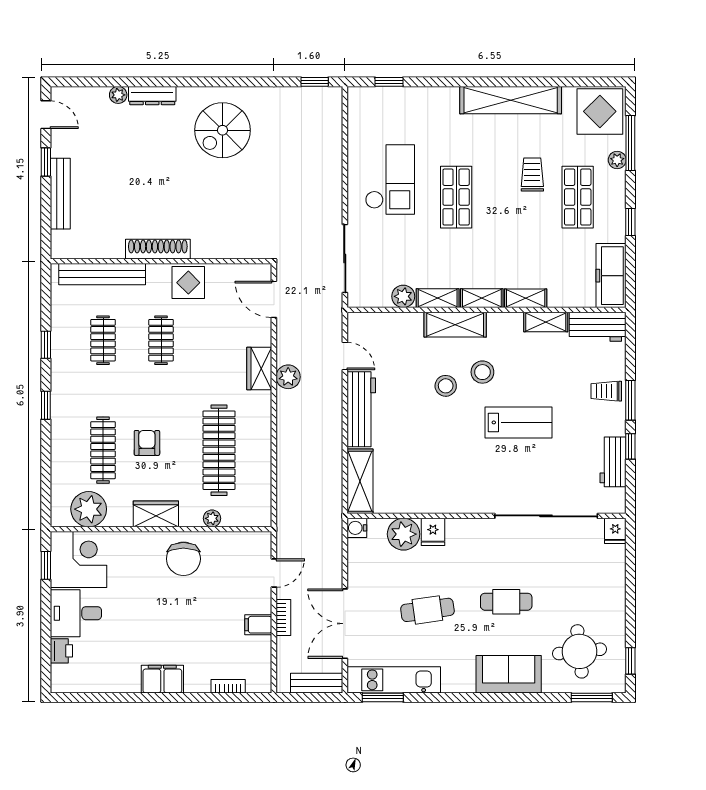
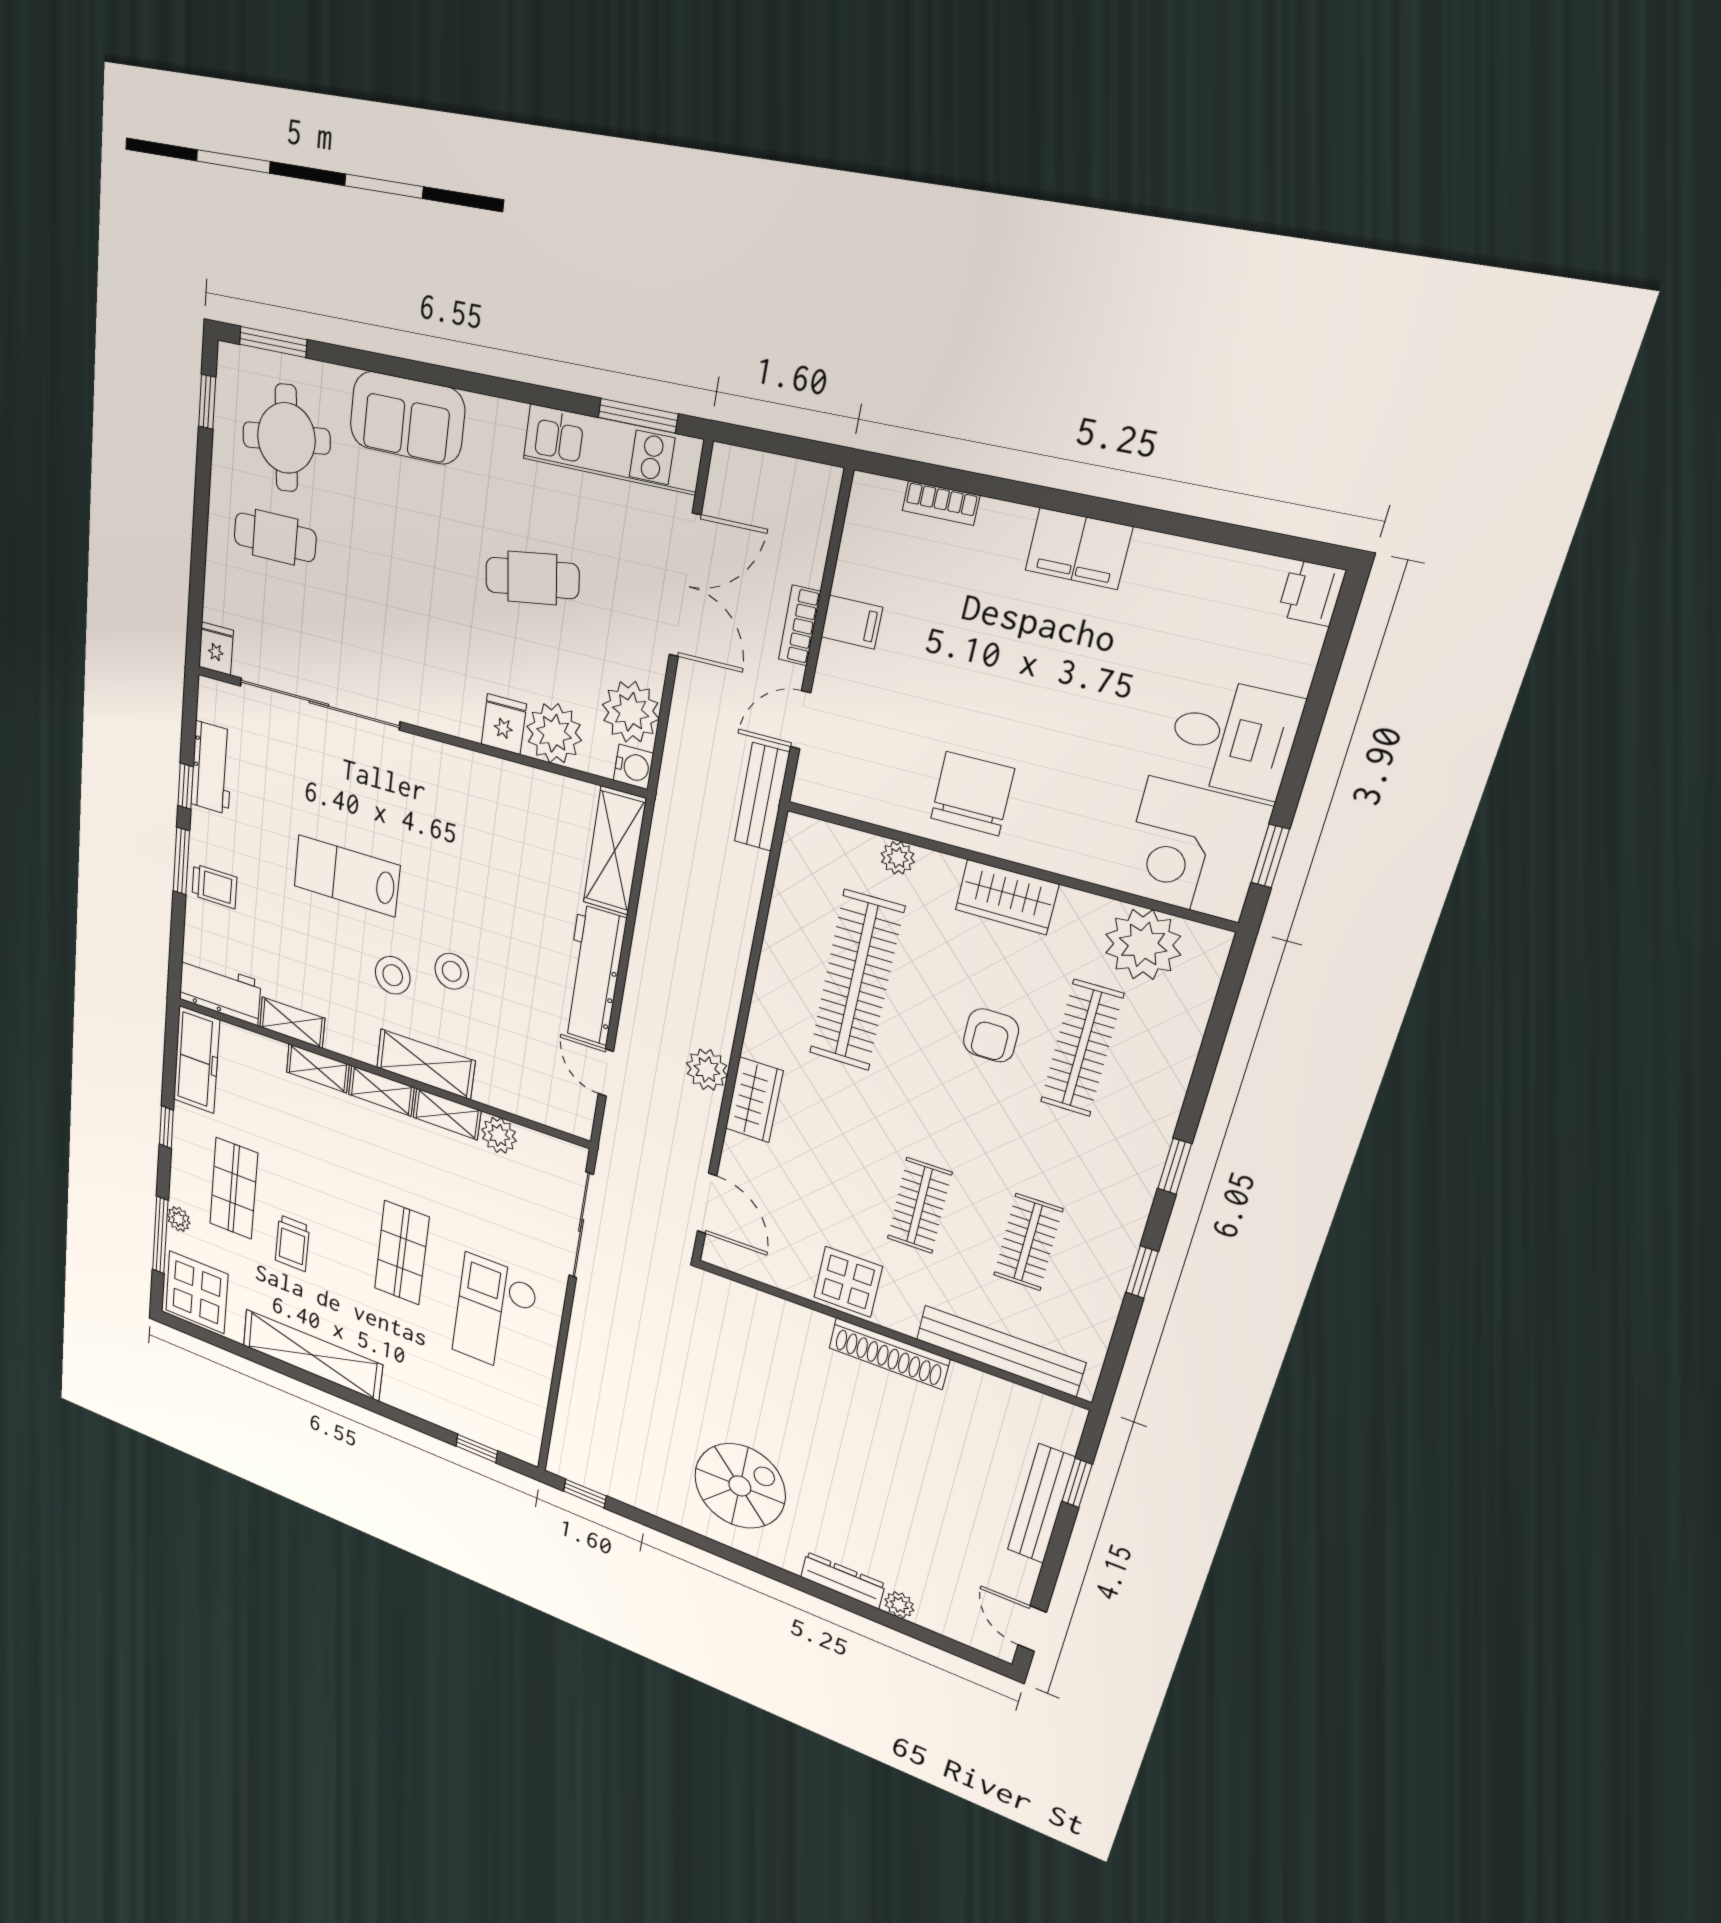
window: (46, 162) -> (1077, 1483), moved
plant: (363, 555) -> (631, 712), added
cafe table: (506, 602) -> (275, 537), moved
printer: (61, 651) -> (1311, 593), moved
bench: (317, 683) -> (762, 797), moved, turned 90

